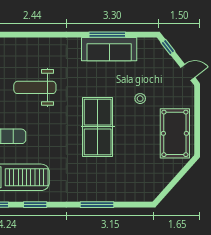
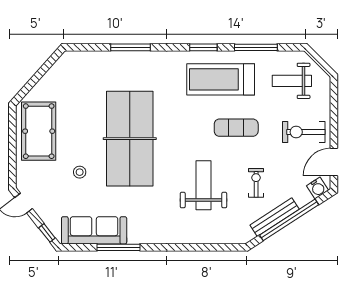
sofa: (109, 49) -> (94, 230), moved
weight bench: (35, 87) -> (203, 185), turned -90
table tennis table: (98, 127) -> (130, 139), width x1.36, depth x1.32

